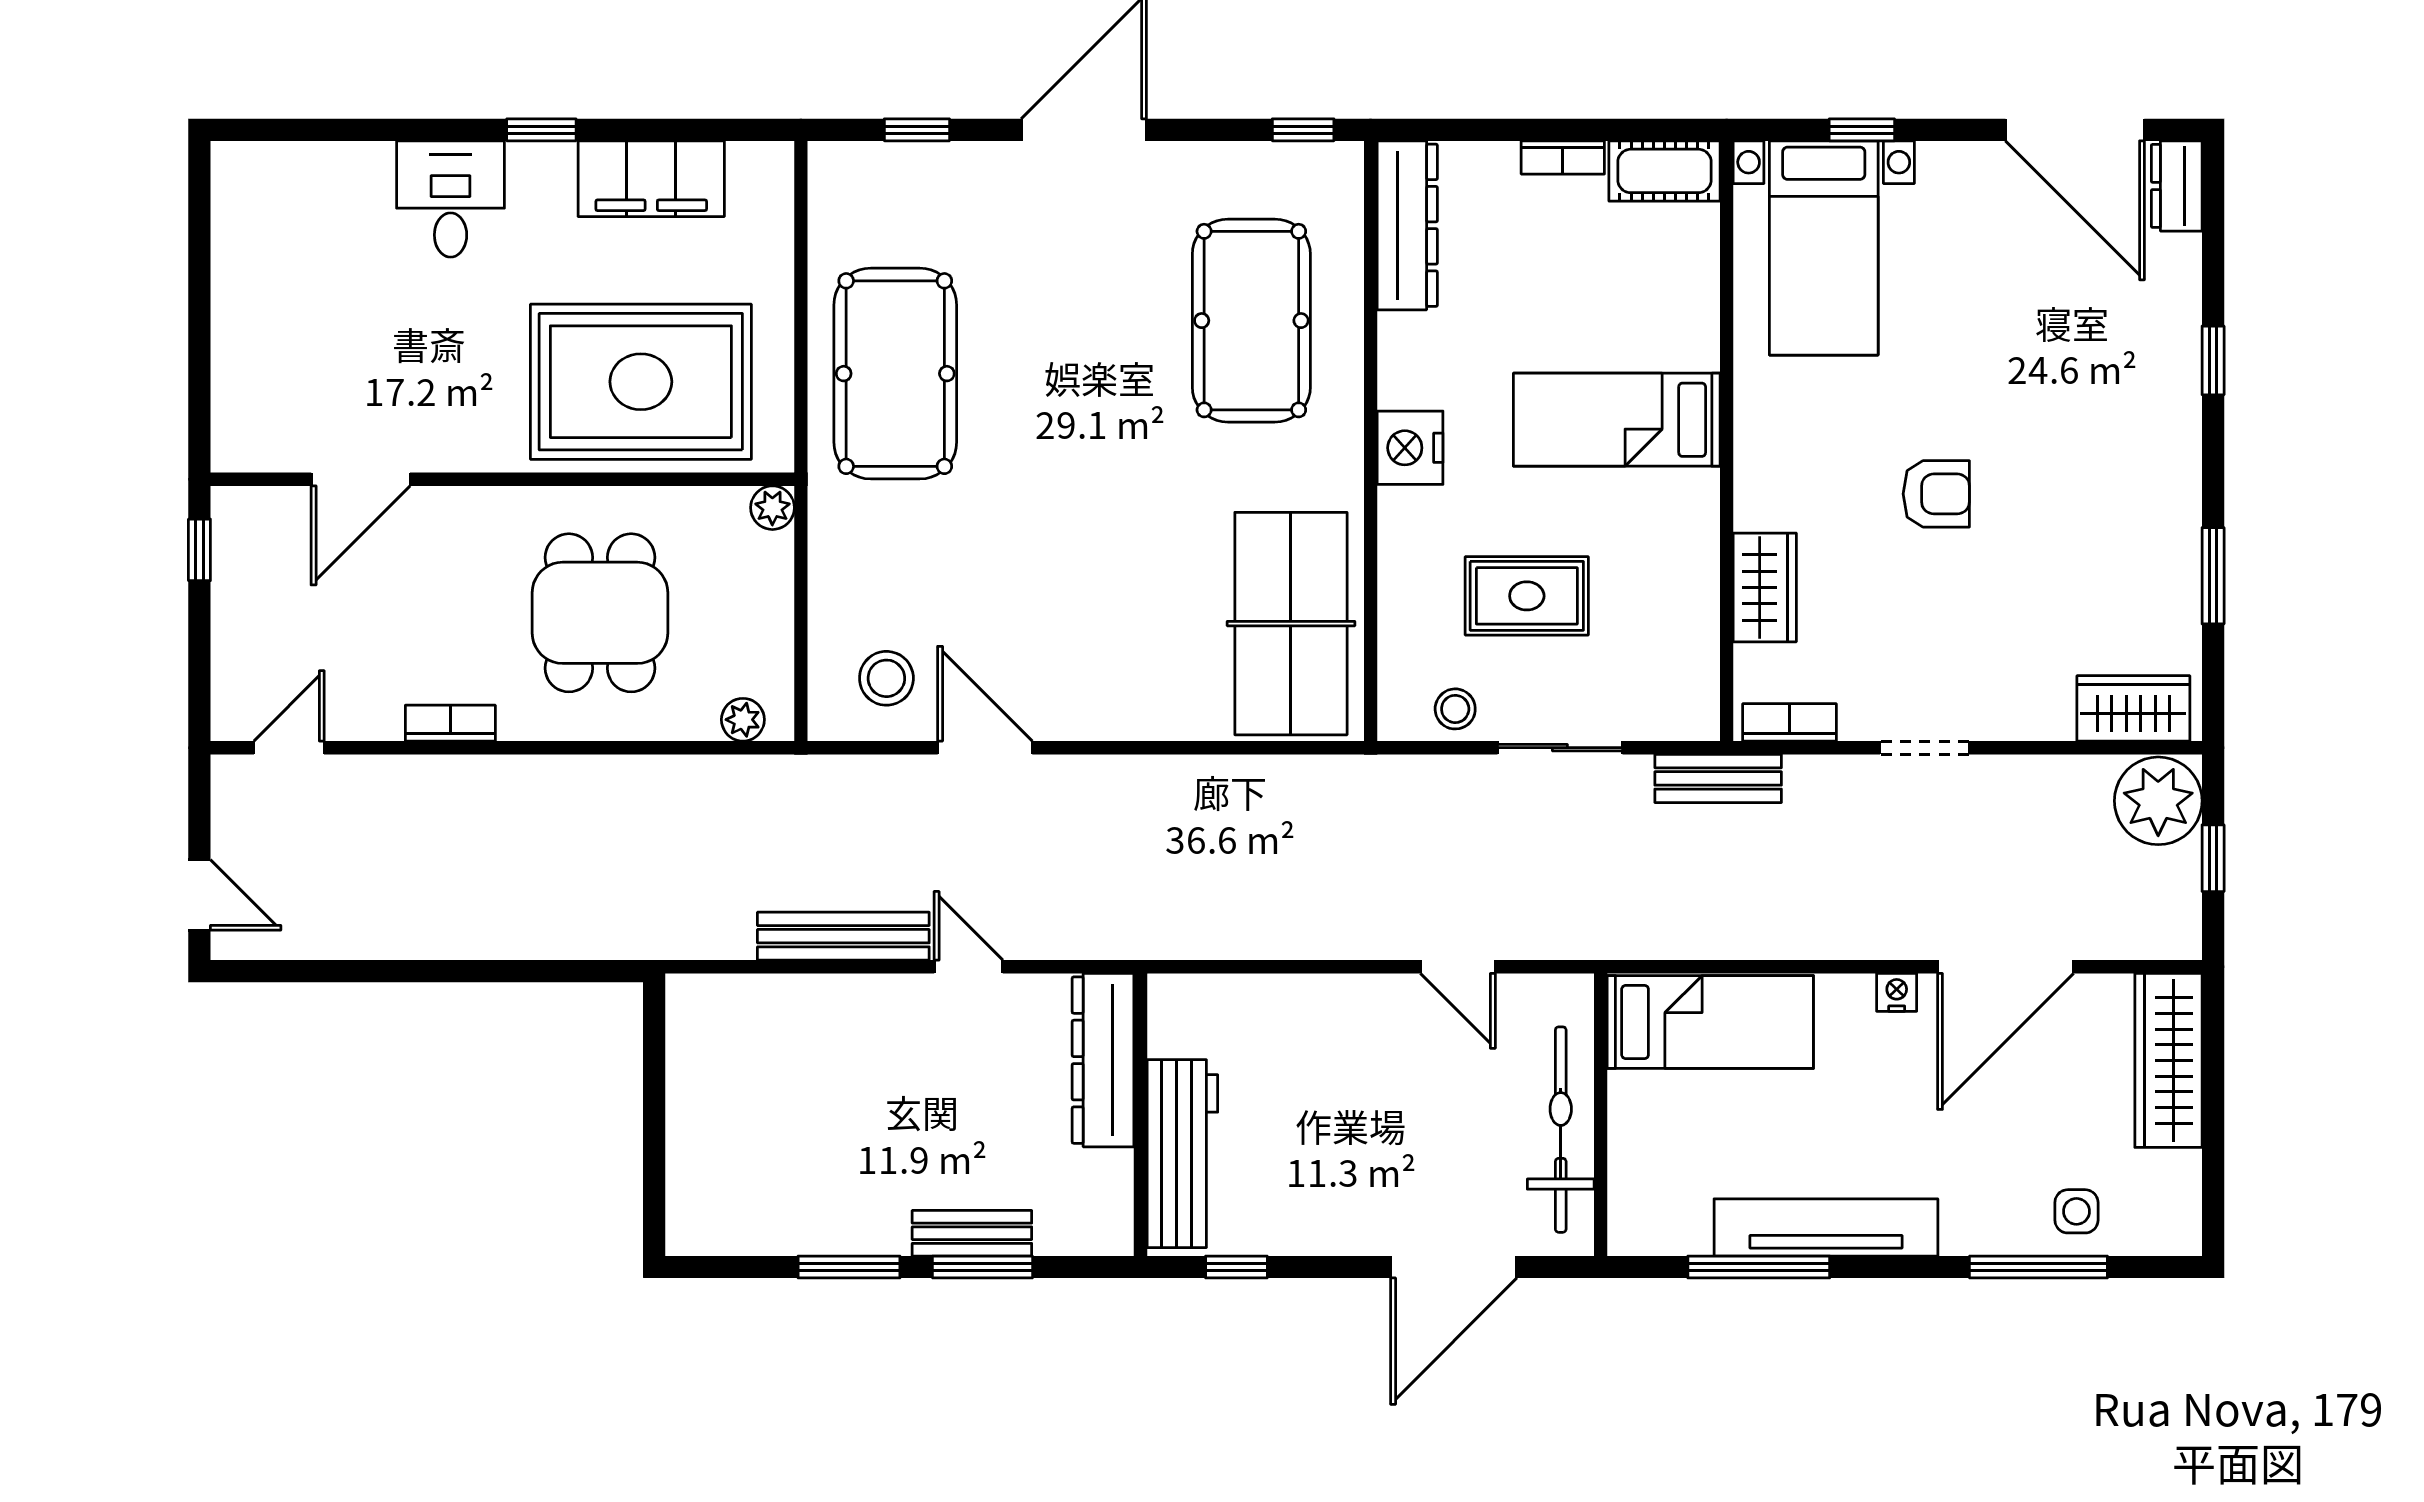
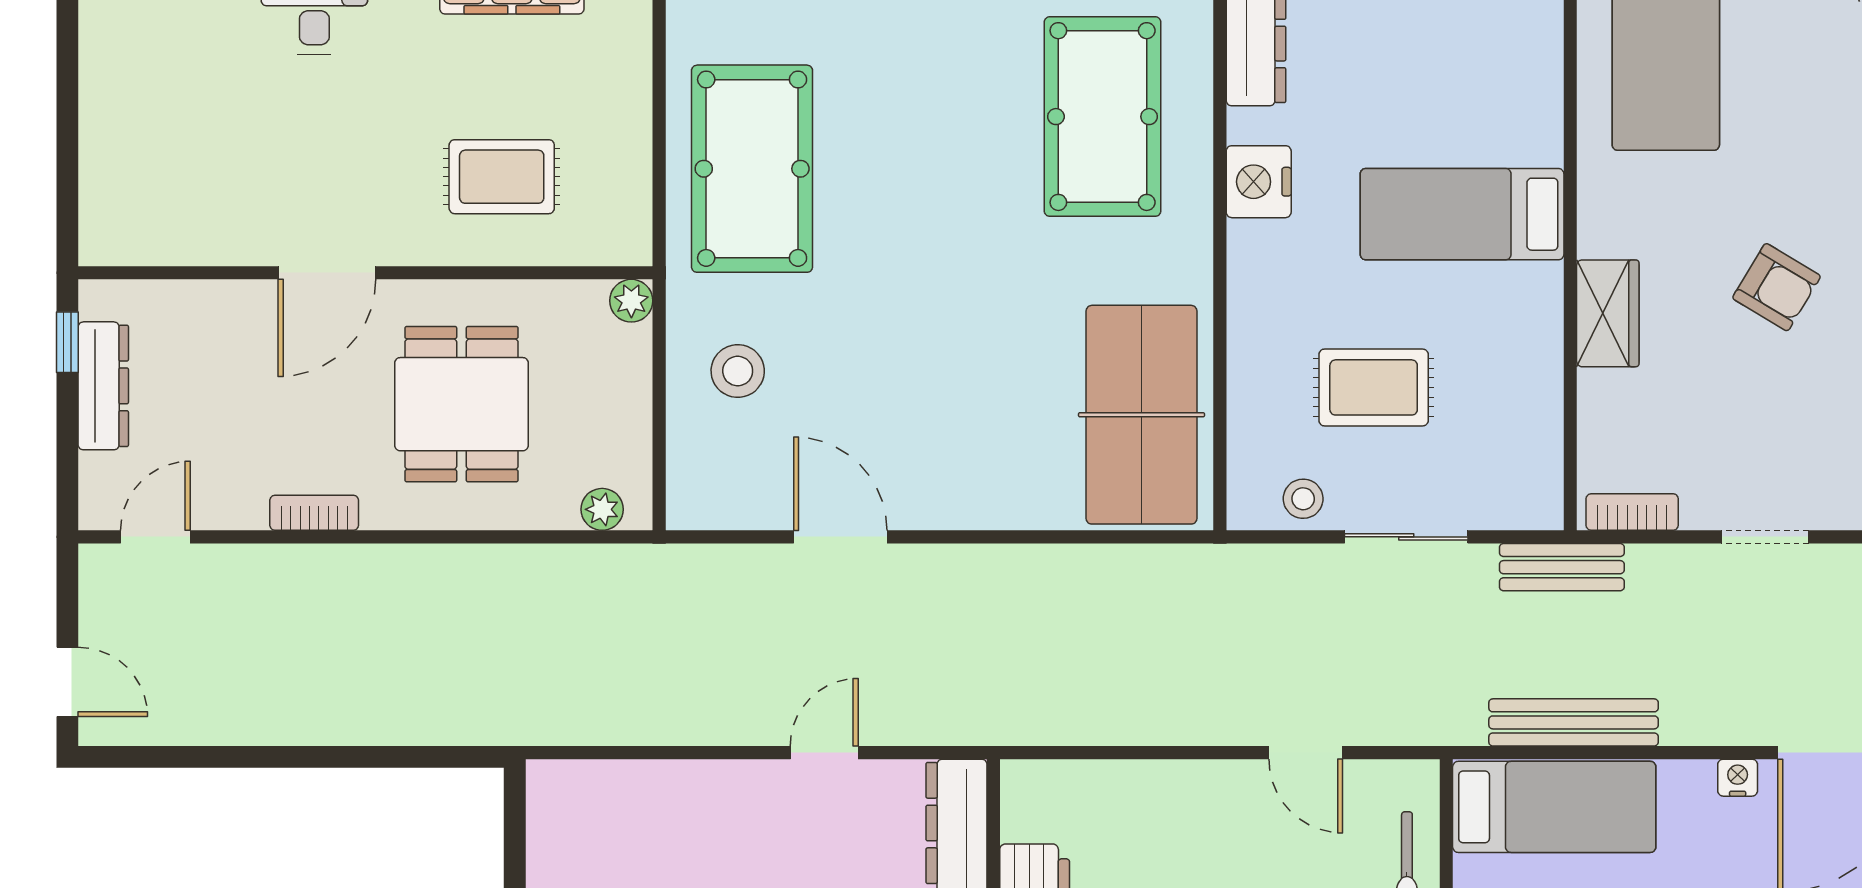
rug: (641, 382) -> (502, 177), width x0.54, depth x0.49
nightstand: (1410, 448) -> (1259, 182), moved
door: (361, 479) -> (327, 273), moved
armchair: (1936, 494) -> (1777, 287), turned 31
wardrobe: (1765, 587) -> (1608, 313), moved
dresser: (236, 594) -> (103, 386), added
stool: (886, 678) -> (738, 371), moved
bench: (843, 936) -> (1574, 722), moved
door: (969, 967) -> (824, 753), hinge flipped

